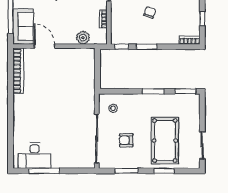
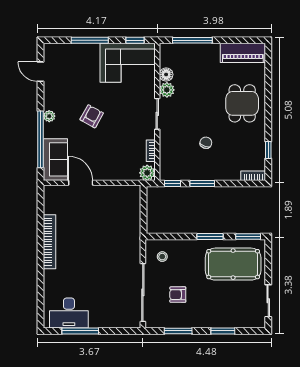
plant: (83, 38) -> (147, 173), moved
bookcase: (18, 71) -> (50, 242), moved
pool table: (165, 141) -> (233, 264), moved, turned 90

